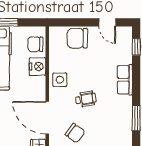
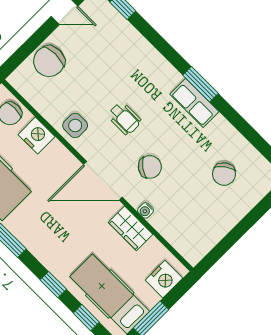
row of seats: (125, 80) -> (194, 103), moved
wheelchair: (86, 99) -> (124, 118), turned 99

